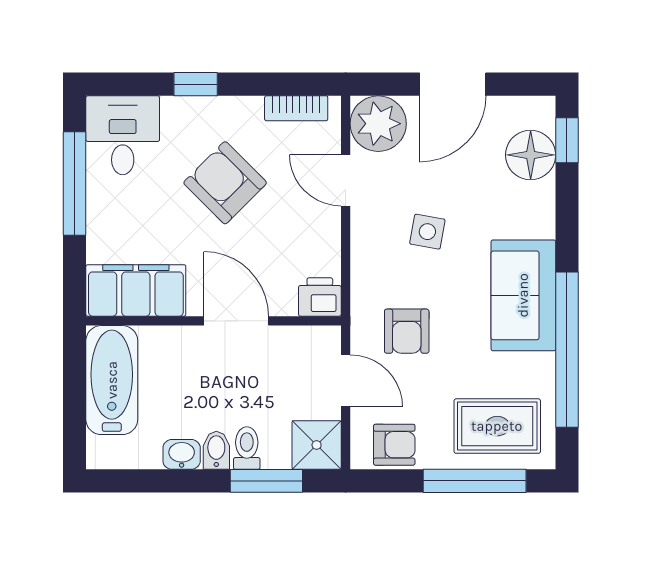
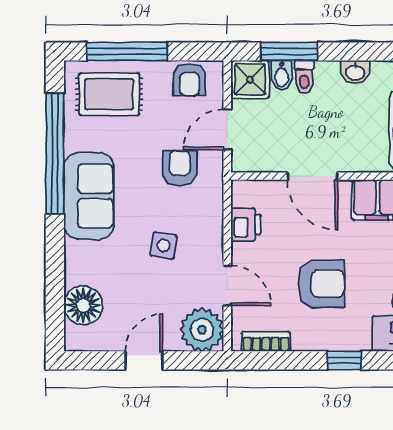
door: (453, 84) -> (144, 360), width x0.73
window: (567, 140) -> (55, 317), removed
armchair: (225, 183) -> (321, 284), turned -45
printer: (320, 297) -> (246, 224), moved, turned -90
door: (346, 381) -> (227, 129), hinge flipped
armchair: (394, 445) -> (189, 80), turned -90
bidet: (216, 450) -> (282, 75), moved

